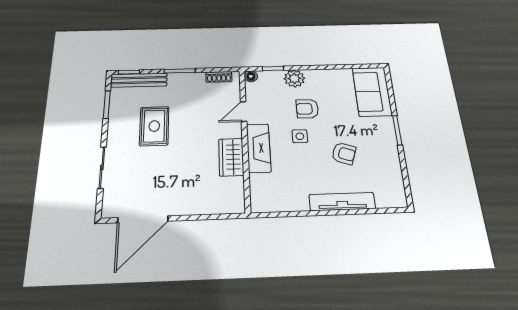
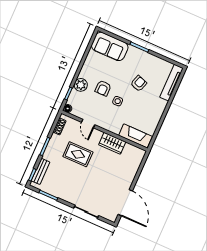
bench: (139, 80) -> (40, 171), width x0.73
rug: (154, 126) -> (78, 154), moved
fireplace: (259, 148) -> (135, 136), moved
tv unit: (342, 202) -> (172, 83), moved

